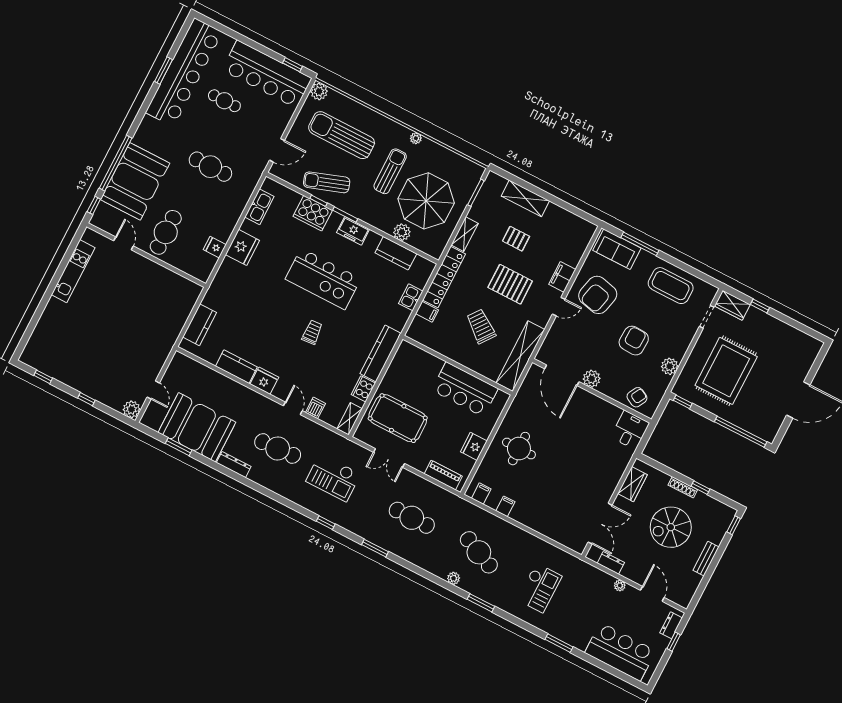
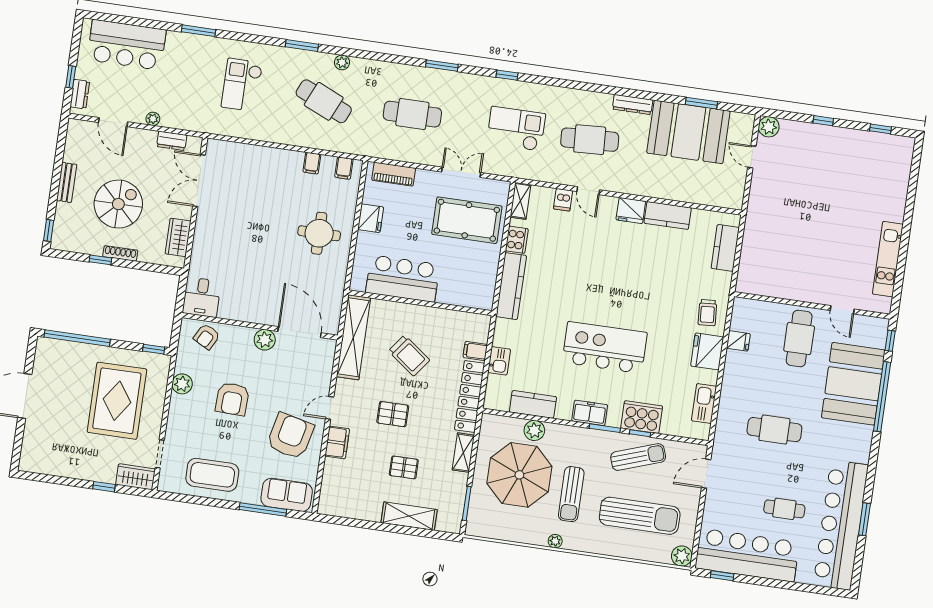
pallet: (510, 284) -> (393, 414), width x0.67, depth x0.71
trolley: (312, 332) -> (707, 313), moved

